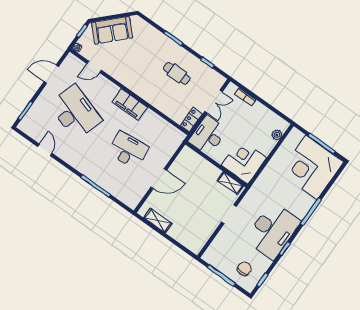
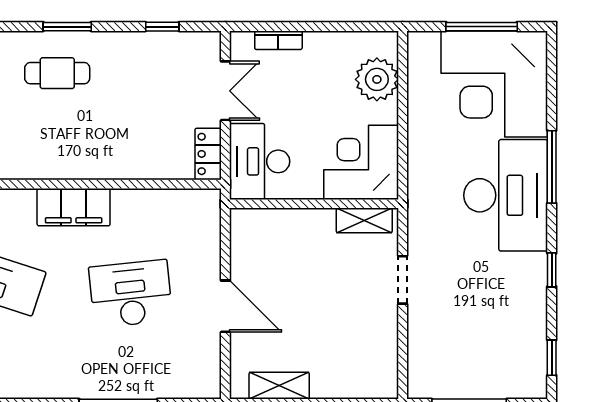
cafe table: (177, 73) -> (57, 73), moved
plant: (277, 135) -> (377, 79), width x1.87, depth x1.87
door: (159, 179) -> (225, 306), hinge flipped
desk: (273, 231) -> (506, 195), moved
chair: (244, 269) -> (503, 361), removed

